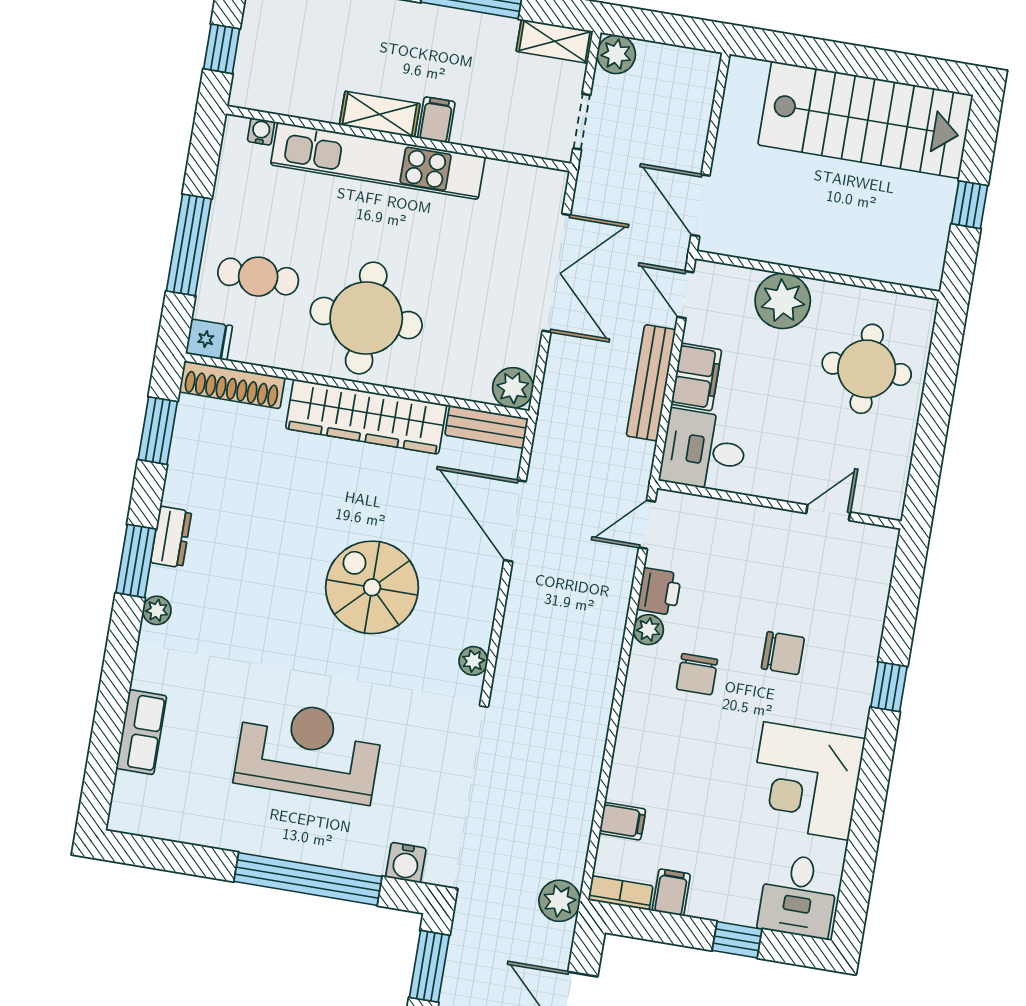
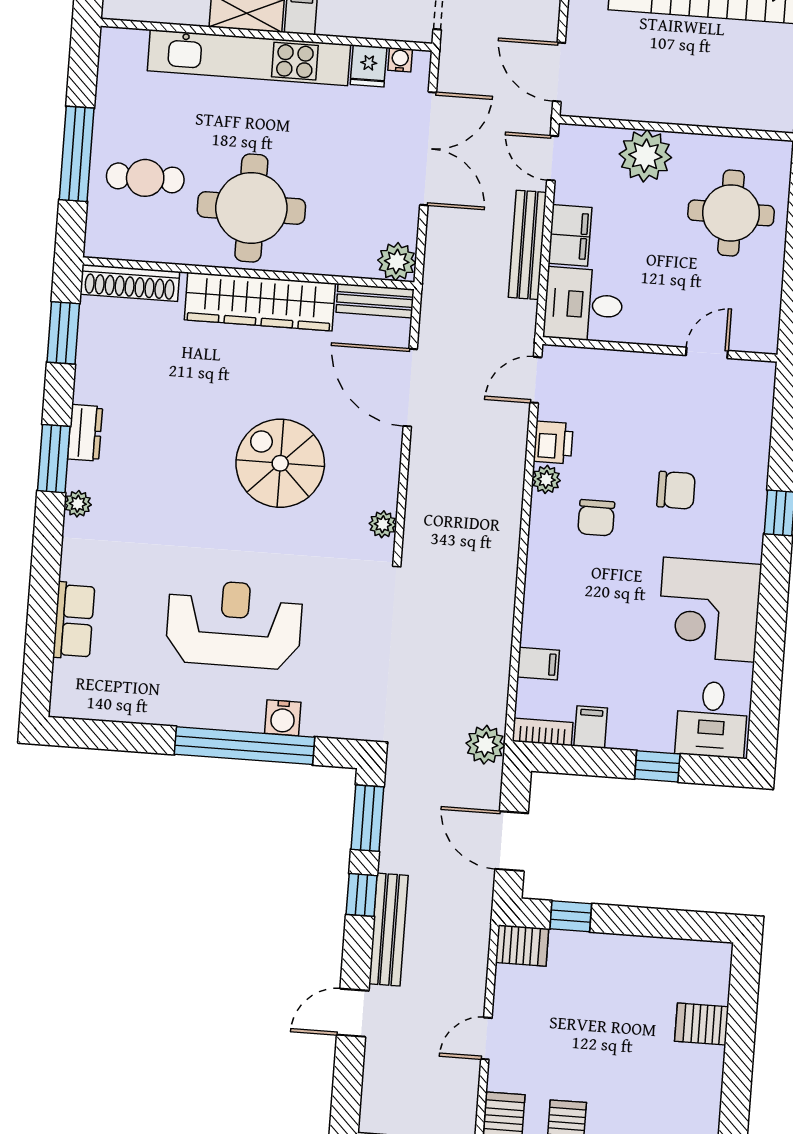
water cooler: (261, 131) -> (400, 60), moved
fridge: (209, 340) -> (369, 66), moved, turned 90
water cooler: (406, 863) -> (283, 718), moved

